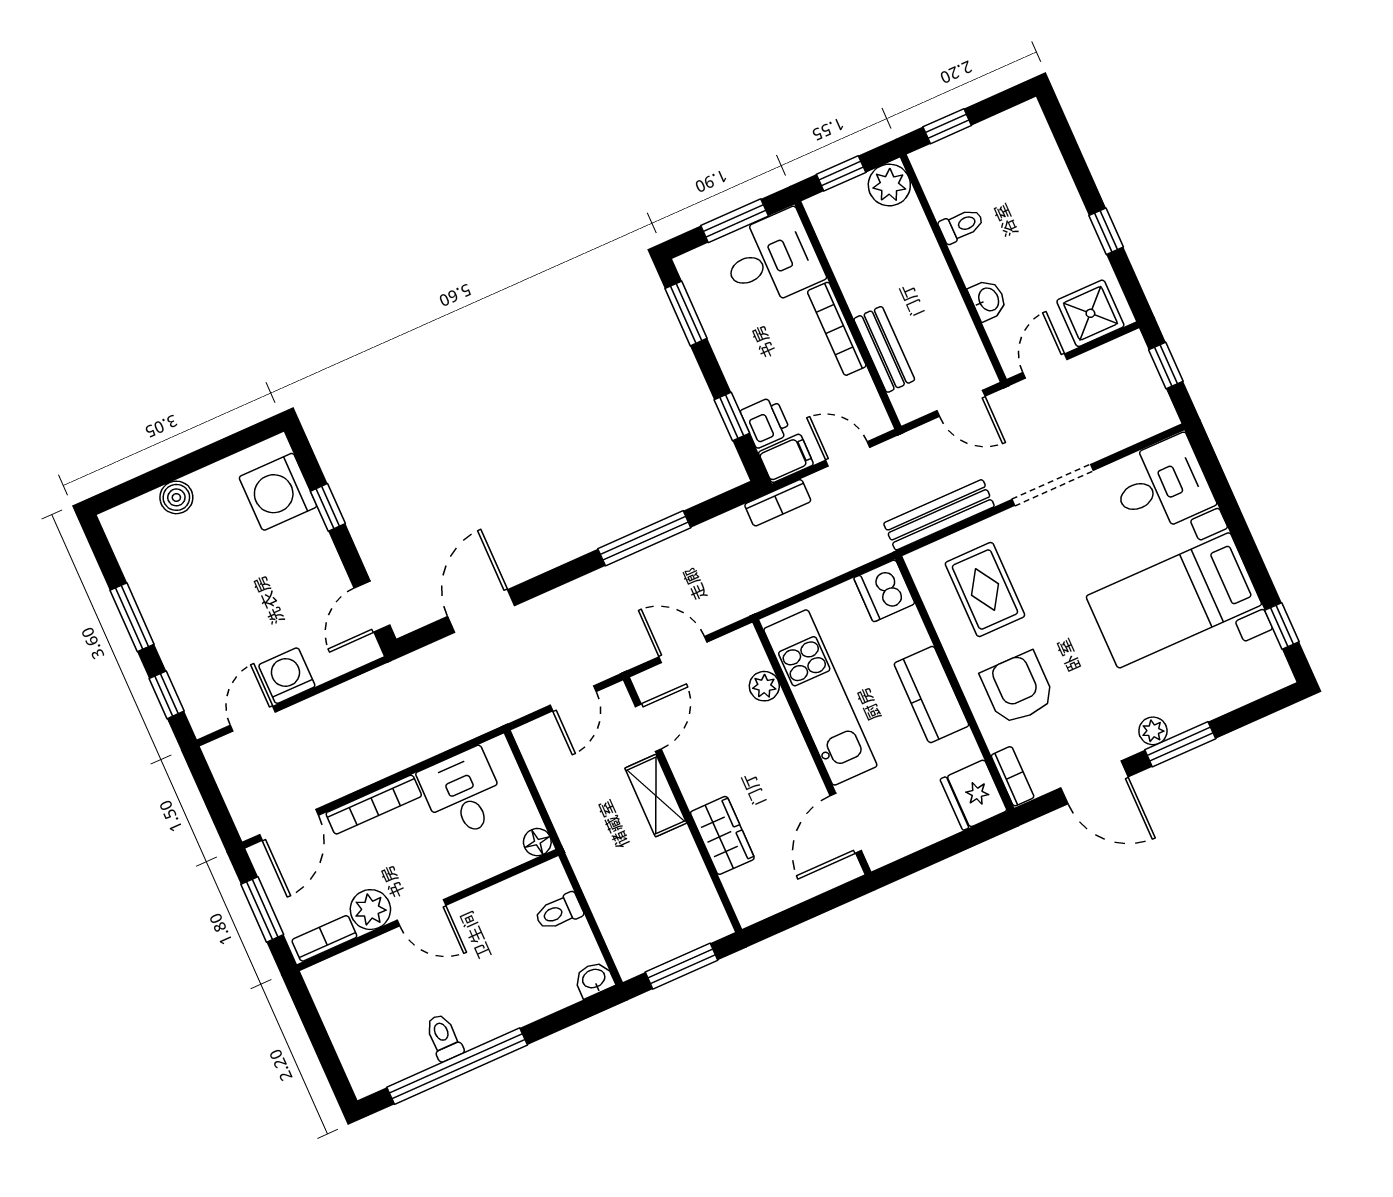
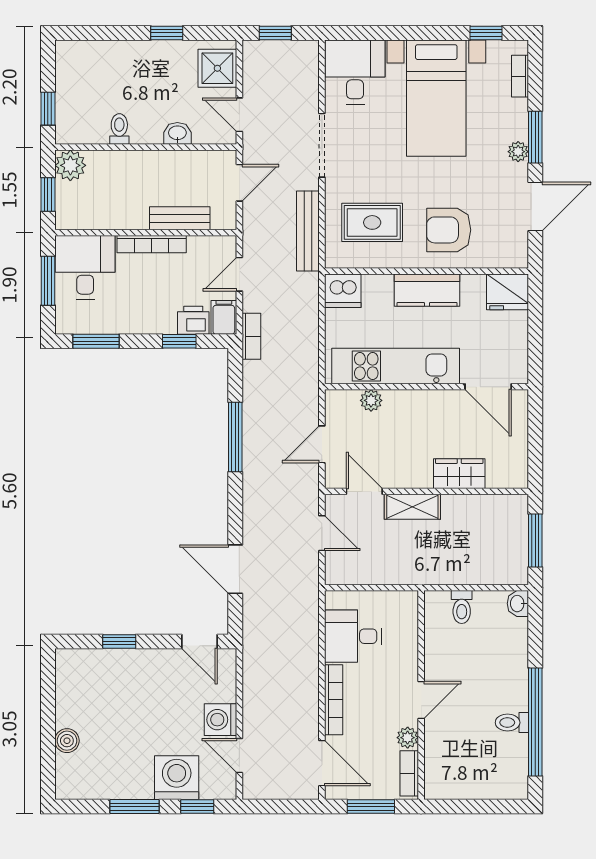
washing machine: (278, 492) -> (177, 778), moved, turned 180
bookcase: (1013, 776) -> (520, 76), moved, turned -90
floor lamp: (537, 842) -> (408, 601), removed
plant: (370, 910) -> (408, 738), width x0.73, depth x0.73

